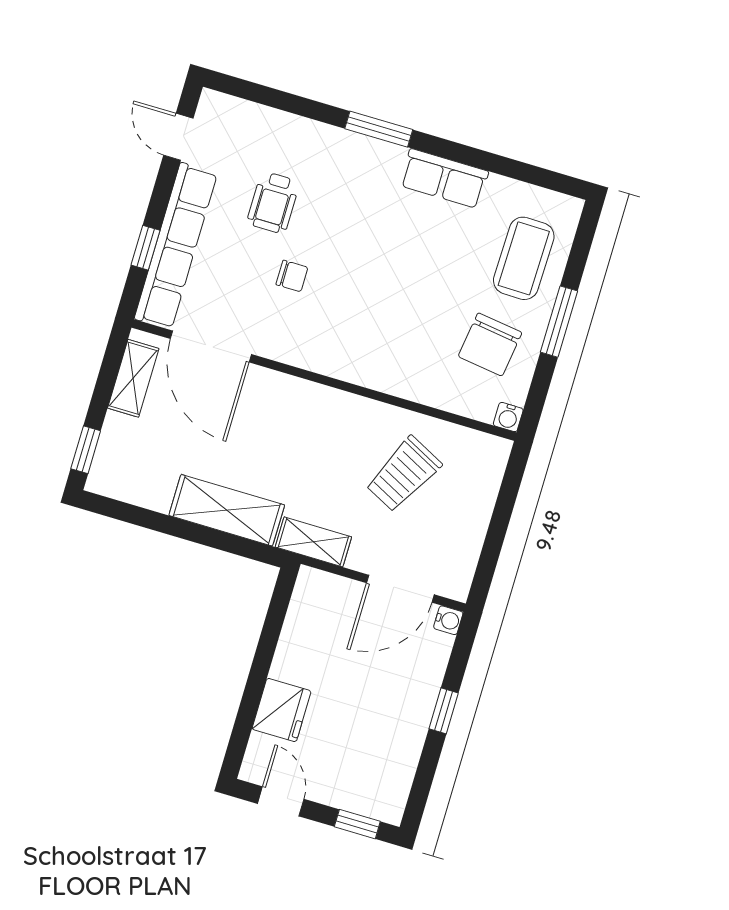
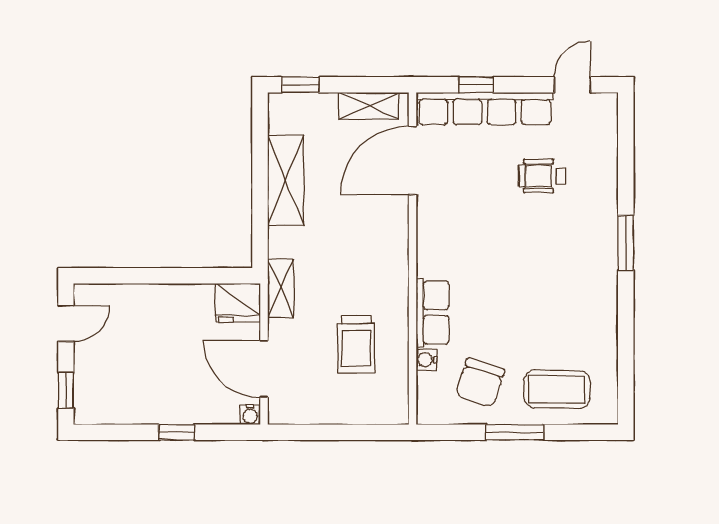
row of seats: (444, 179) -> (433, 313), moved, turned 180
chair: (292, 276) -> (488, 208), removed
chair: (490, 344) -> (480, 383), turned -80
water cooler: (508, 417) -> (426, 360), moved
trolley: (403, 474) -> (356, 344), turned -117
shelving: (227, 510) -> (286, 181), moved
fridge: (282, 710) -> (238, 303), moved

